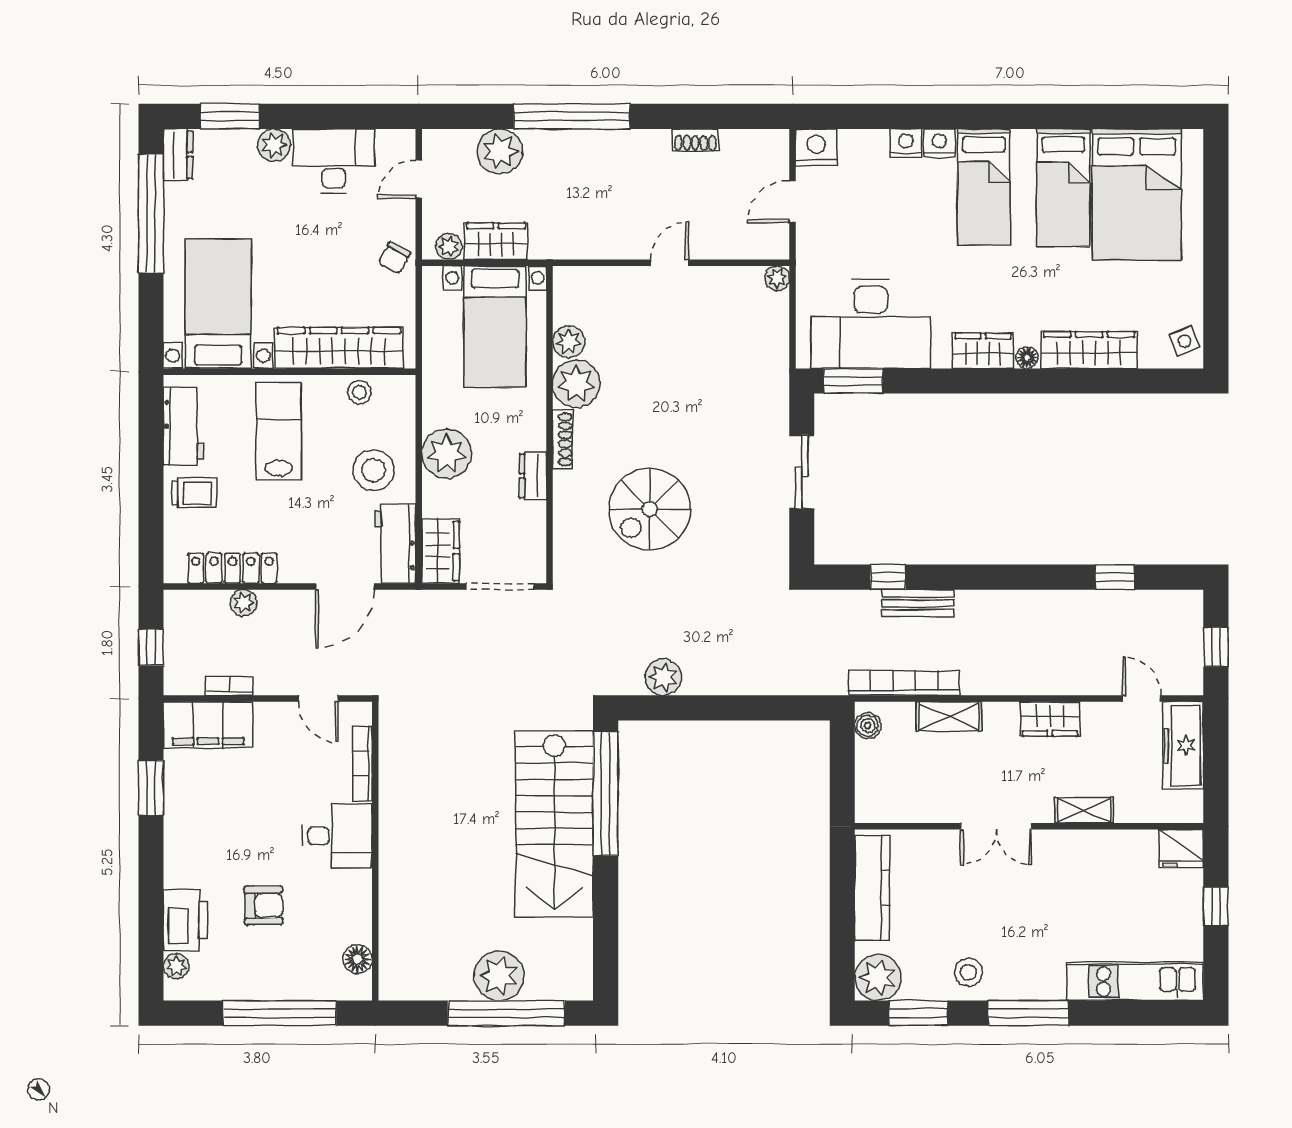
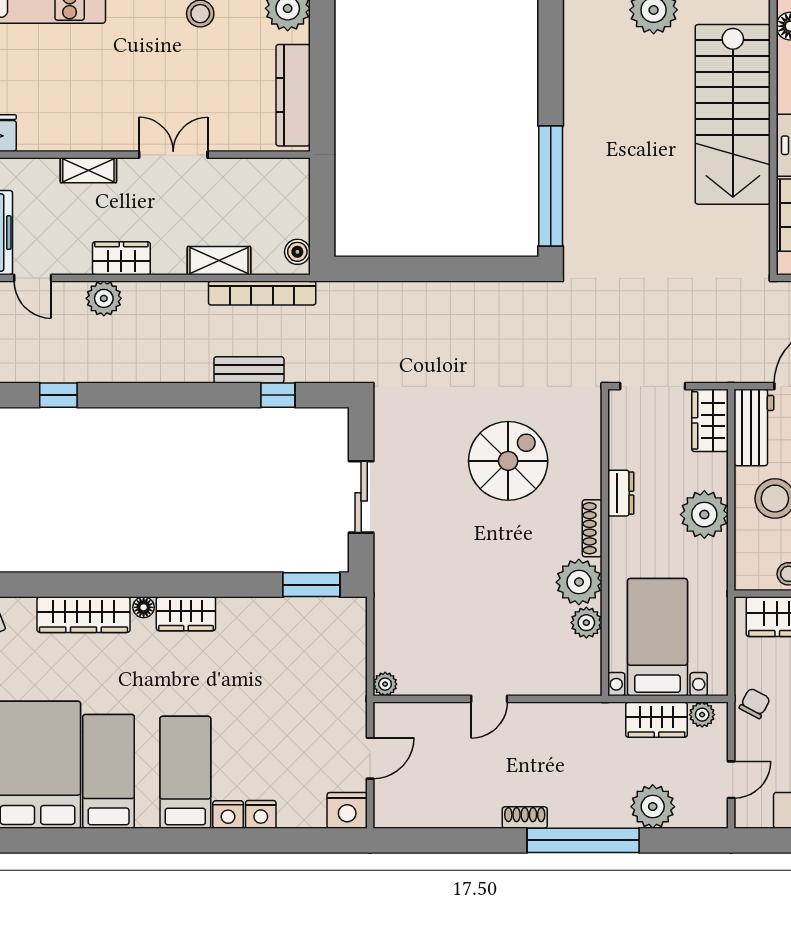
shoe rack: (695, 140) -> (525, 817), moved
desk: (871, 324) -> (294, 640), removed
plant: (663, 677) -> (104, 298), moved
stairs: (554, 824) -> (733, 114), moved, turned 180

